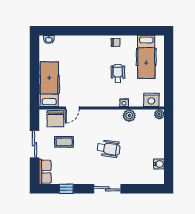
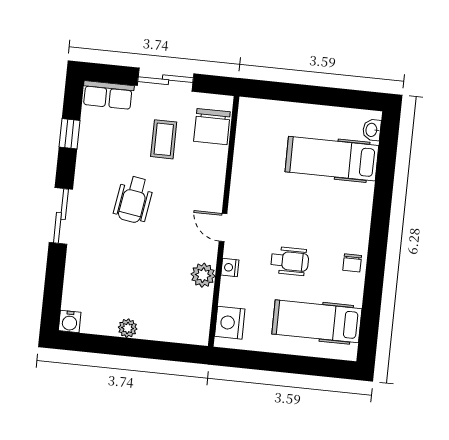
hospital bed: (49, 84) -> (332, 159), moved, turned 180
door: (72, 108) -> (223, 227), moved
plant: (159, 114) -> (128, 328), moved
chair: (55, 119) -> (212, 127), turned -90
wheelchair: (109, 149) -> (134, 200), moved
water cooler: (159, 164) -> (70, 321), moved

